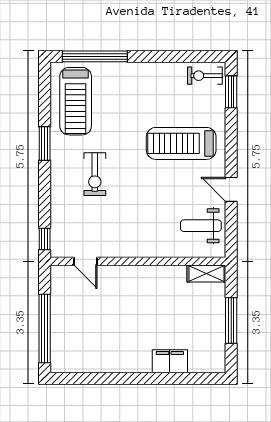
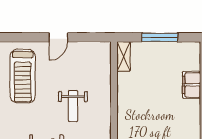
weight bench: (201, 226) -> (73, 106), moved

